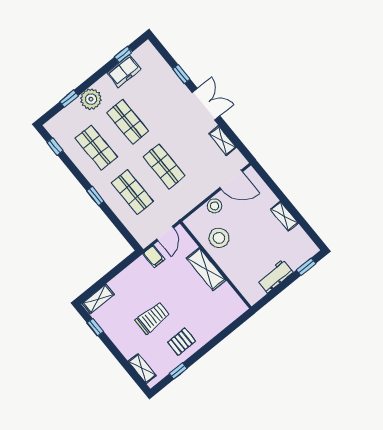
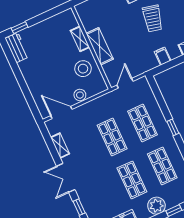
shelving: (284, 216) -> (80, 39), moved
filing cabinet: (154, 257) -> (163, 56), moved
workbench: (275, 276) -> (17, 48), moved, turned -90
trolley: (152, 318) -> (153, 19), turned -77

